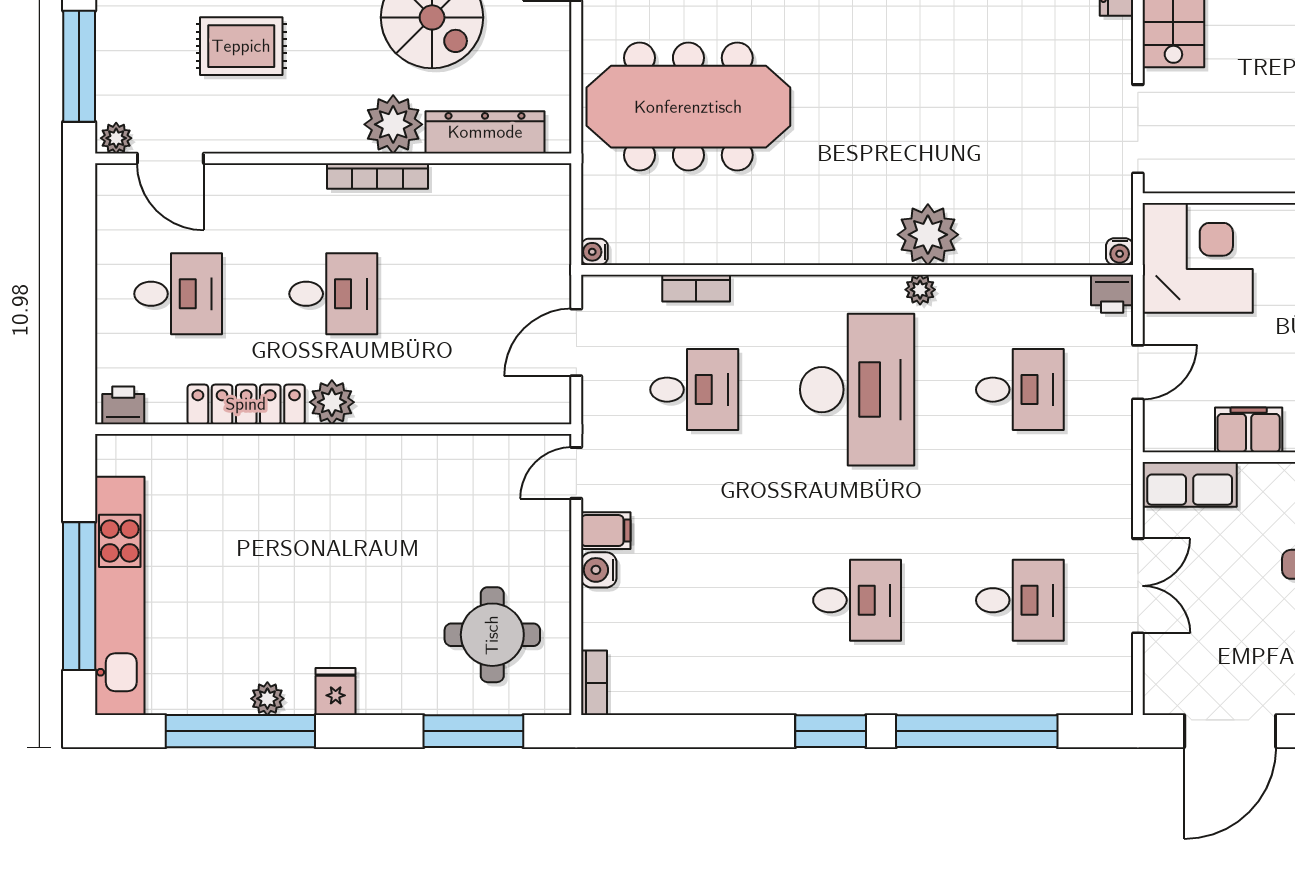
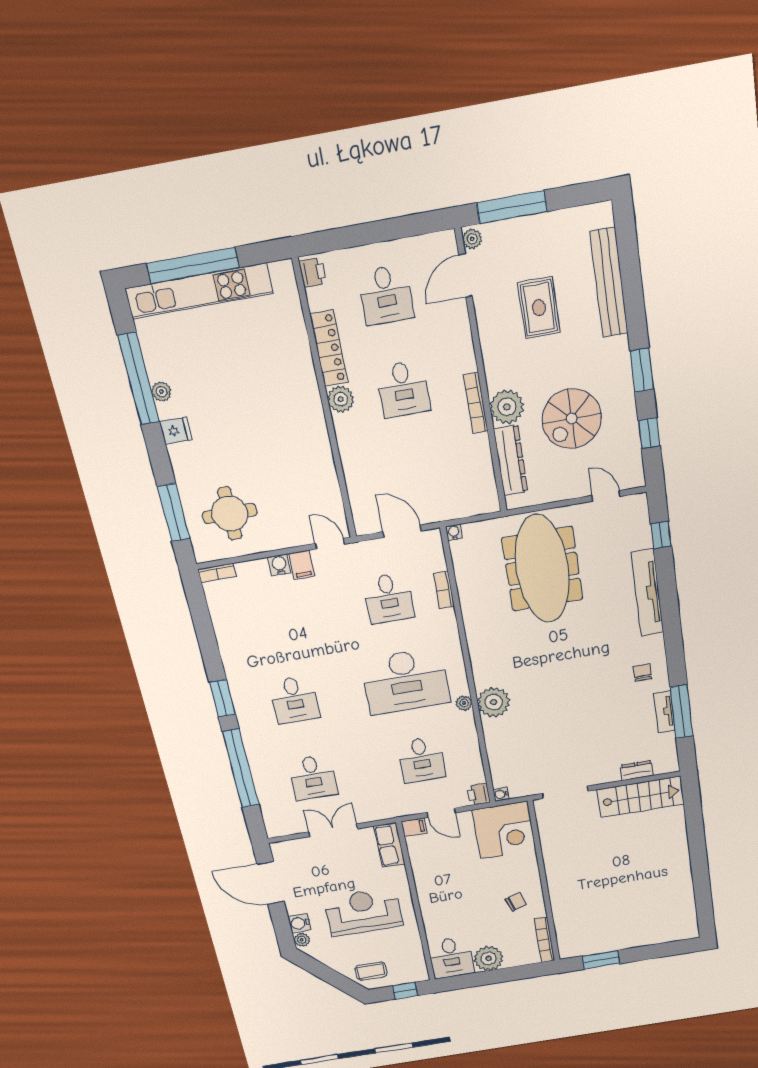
filing cabinet: (1249, 430) -> (414, 827), moved, width x0.50
double door: (1138, 586) -> (333, 830), swing flipped

